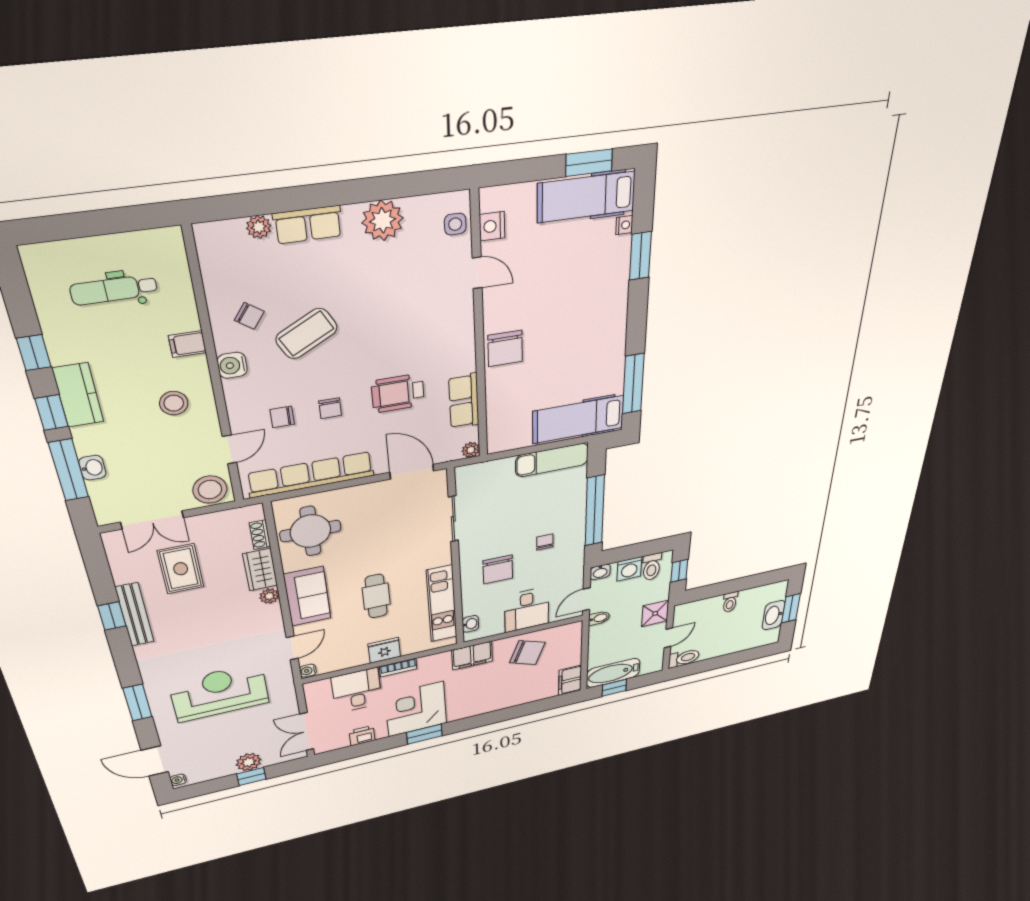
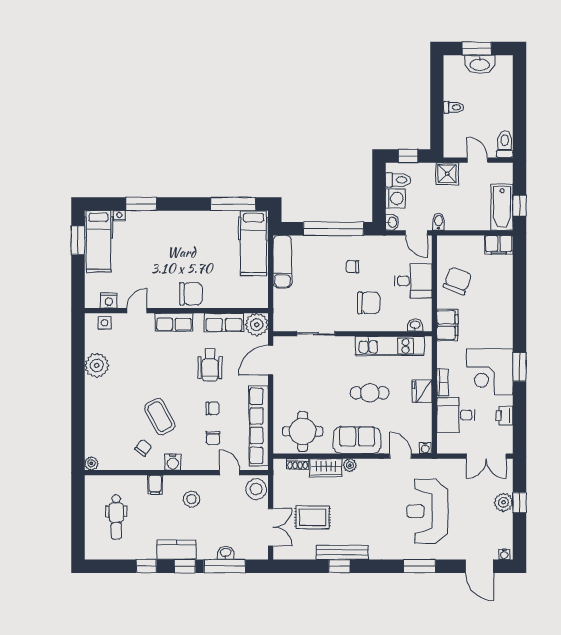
row of seats: (308, 225) -> (174, 322), moved, turned 90
plant: (259, 227) -> (91, 463), moved
plant: (471, 450) -> (257, 325), width x1.88, depth x1.88
door: (155, 761) -> (479, 566), hinge flipped

